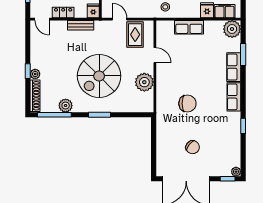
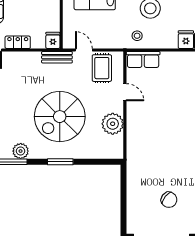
bench: (81, 25) -> (57, 57), moved
row of seats: (189, 27) -> (143, 59), moved
chair: (187, 104) -> (163, 149), removed

